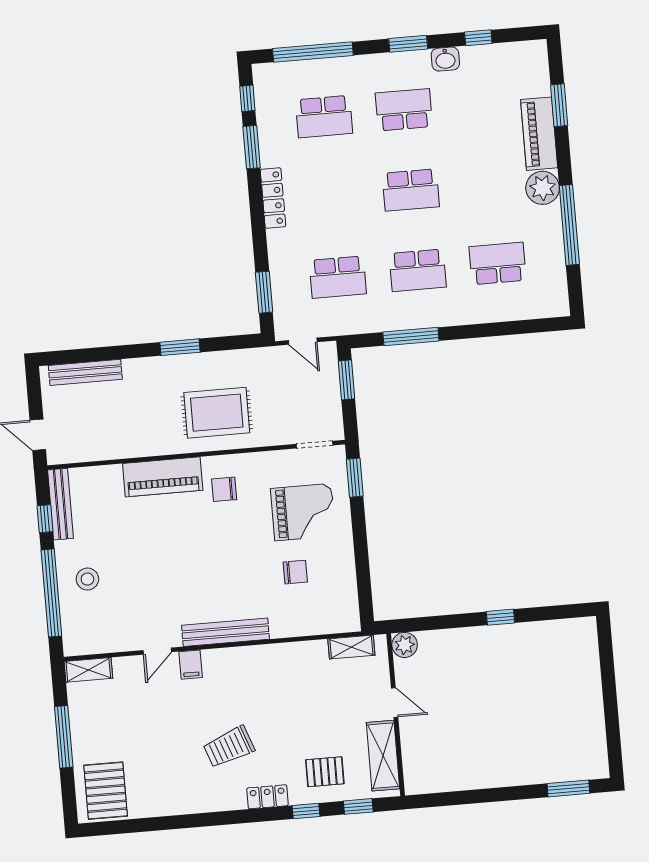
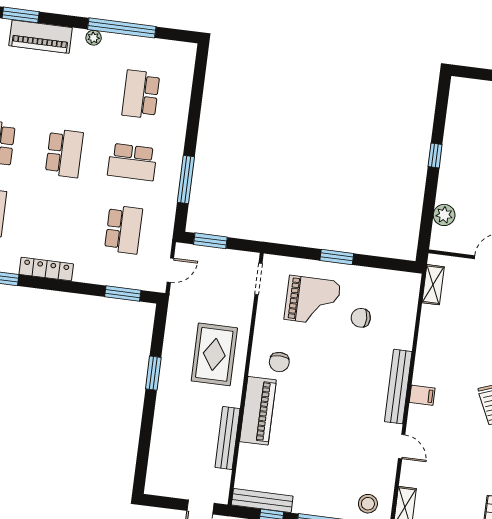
plant: (543, 188) -> (94, 38), width x0.53, depth x0.53
school desk: (418, 270) -> (132, 162), turned 90
bench: (85, 372) -> (227, 438), moved
window: (355, 478) -> (337, 257), moved
grand piano: (303, 512) -> (312, 301), turned 90
chair: (295, 572) -> (361, 318), turned -90
stool: (87, 579) -> (368, 504), moved
plant: (405, 645) -> (444, 215), moved
filing cabinet: (191, 665) -> (422, 395), moved

